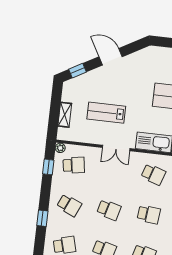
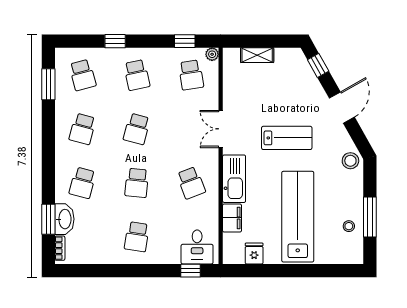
stool: (151, 55) -> (350, 161), added
lab bench: (106, 113) -> (287, 138), moved, turned 90
school desk: (153, 174) -> (191, 183), turned -39
school desk: (69, 205) -> (137, 75), turned -36

